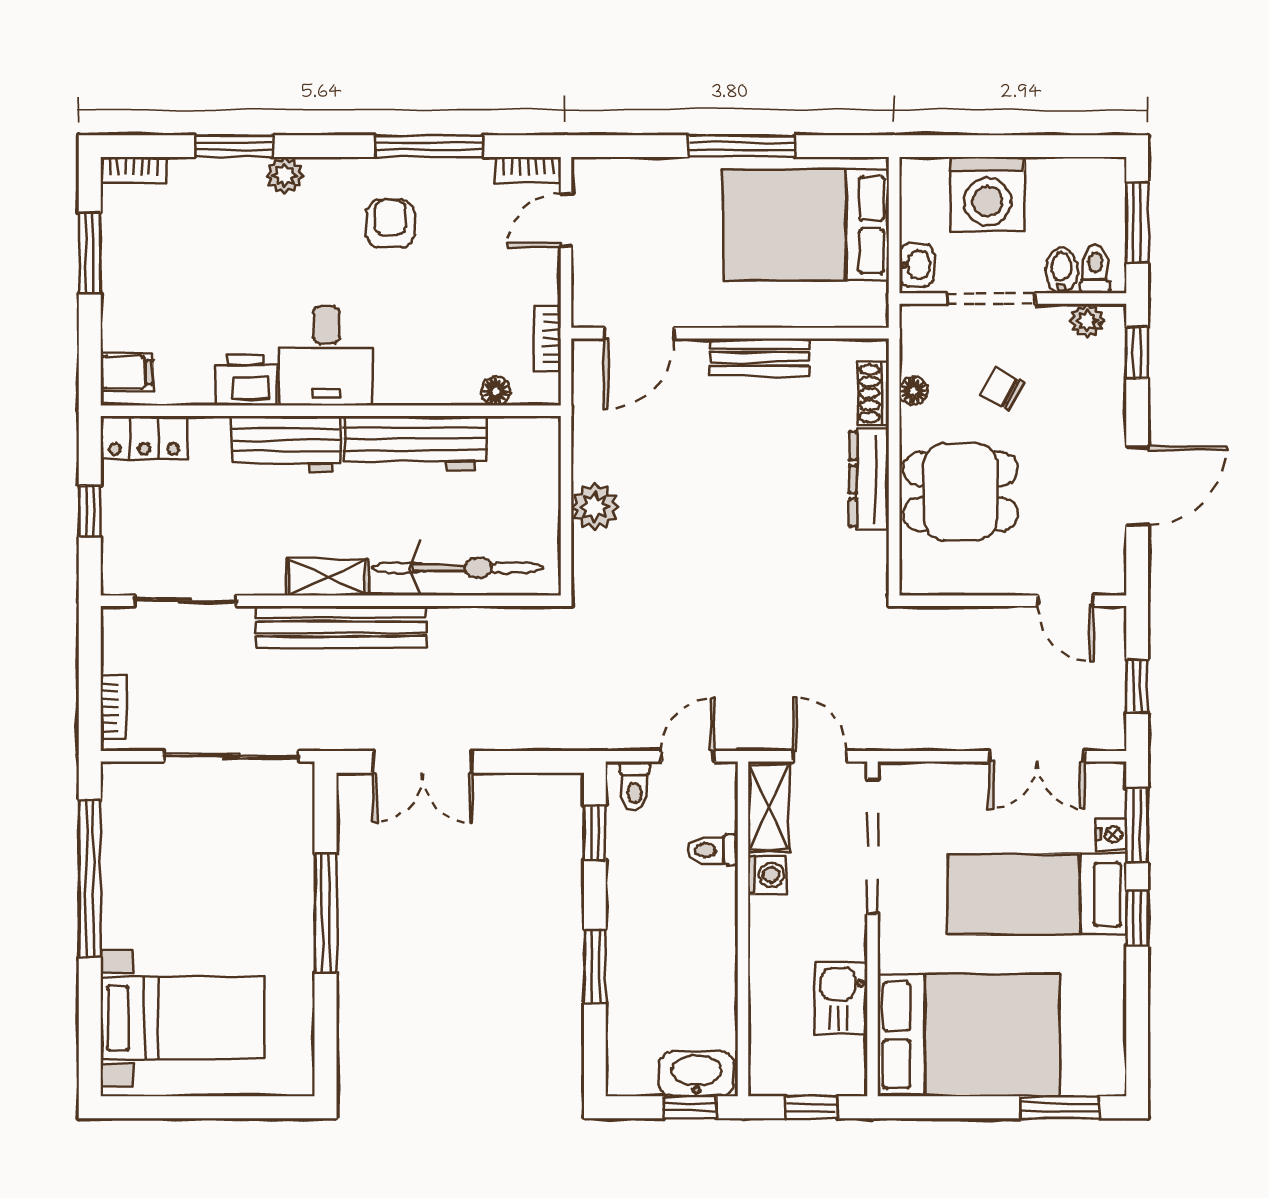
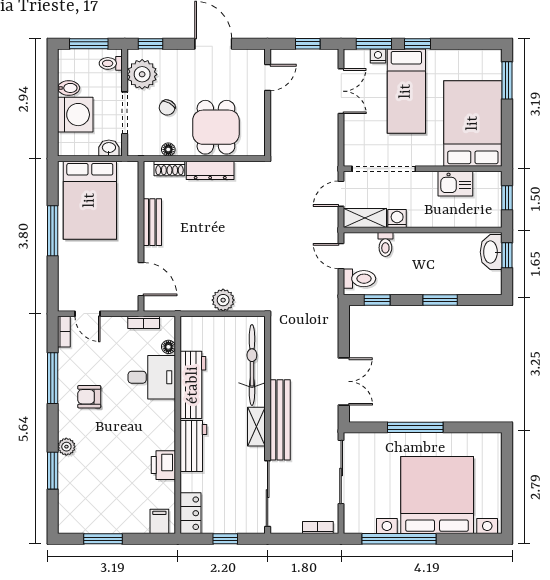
bookcase: (134, 170) -> (64, 518), removed
bidet: (1061, 270) -> (69, 88), moved, turned 180
plant: (1087, 321) -> (142, 74), width x1.87, depth x1.87
desk: (326, 356) -> (152, 377), moved
sliding door: (185, 601) -> (268, 494), width x1.37
toilet: (635, 786) -> (360, 279), width x1.37, depth x1.39
bed with nightstands: (182, 1018) -> (437, 495), width x1.85

